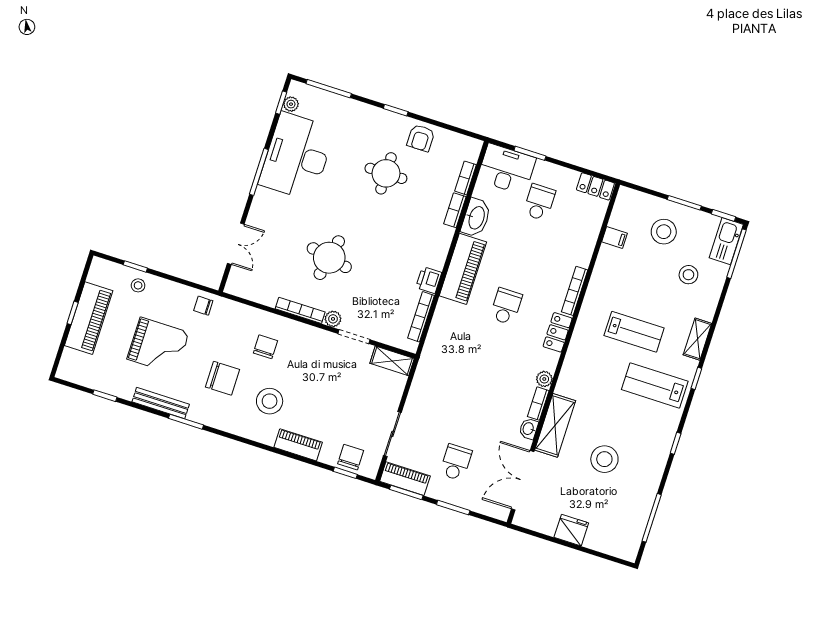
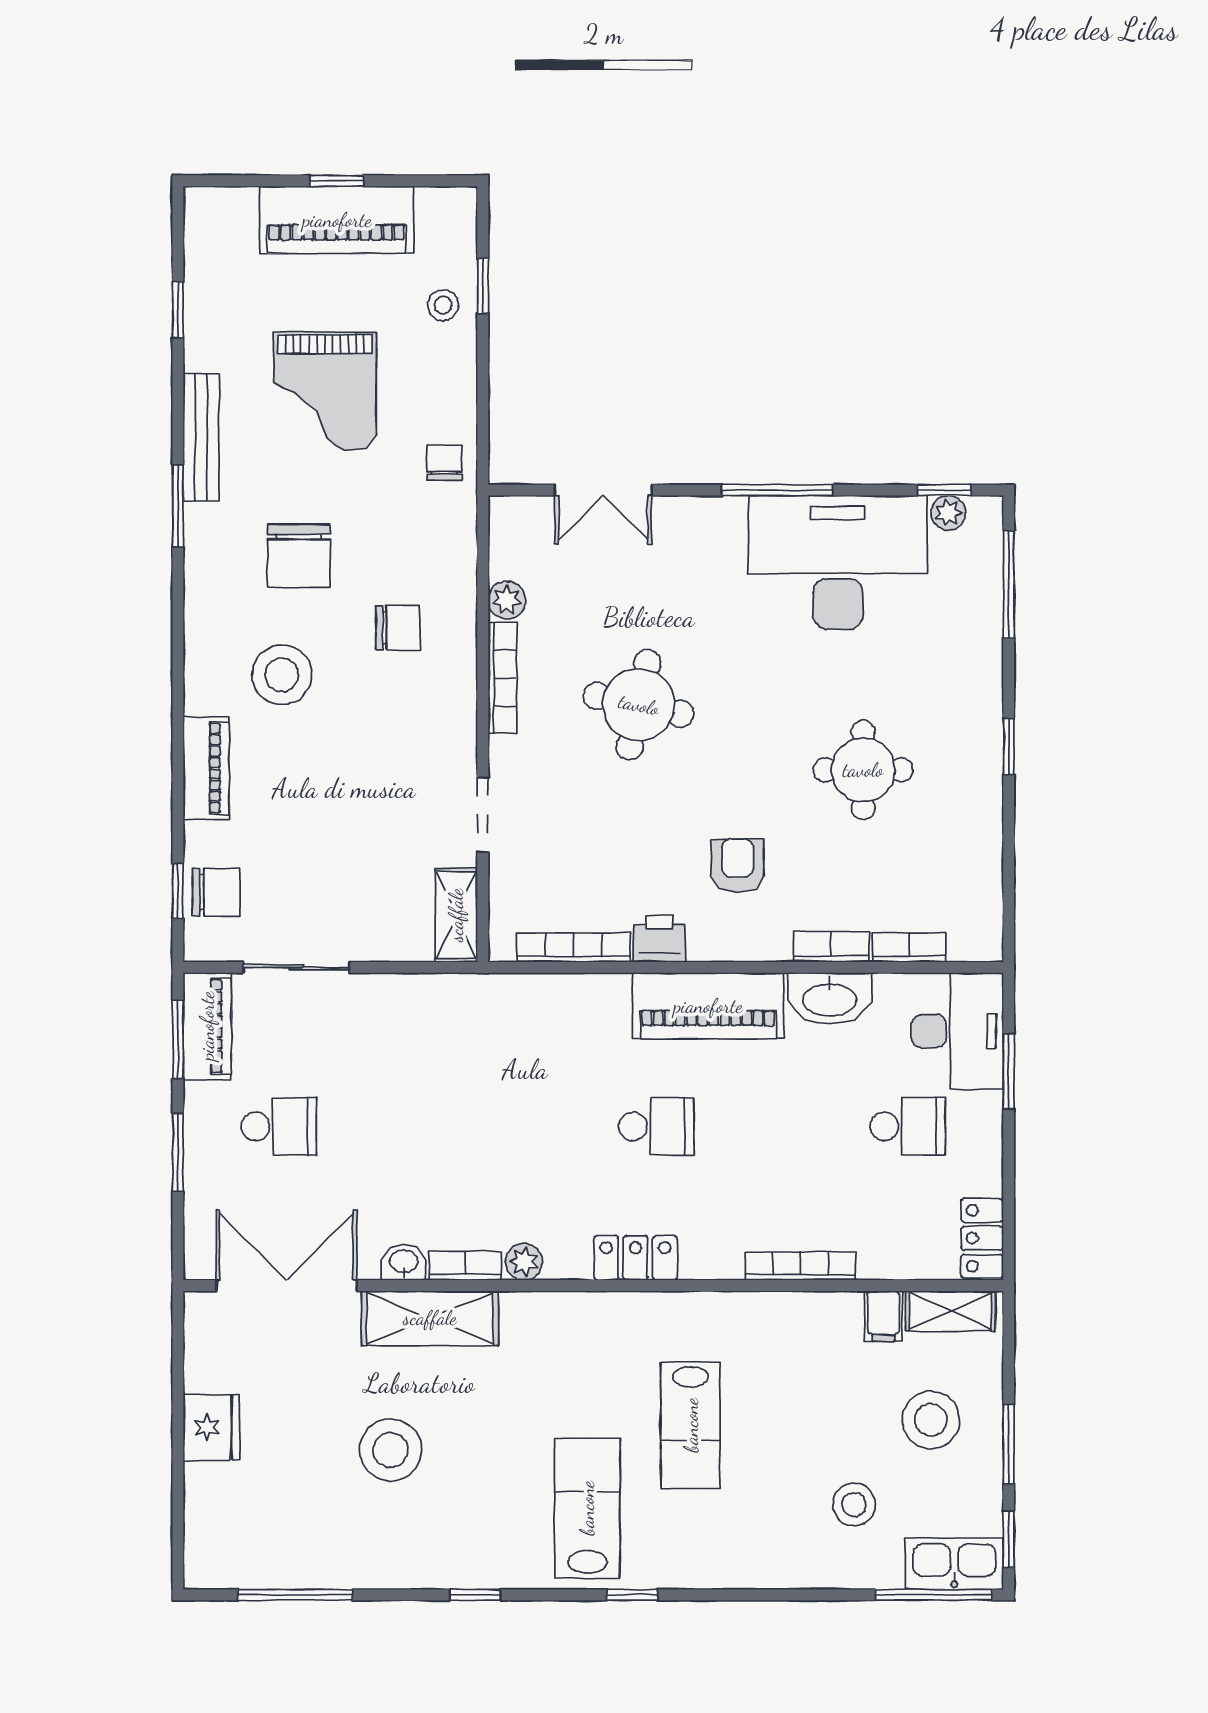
armchair: (421, 138) -> (738, 865), moved, turned 90
bookcase: (575, 291) -> (801, 1266), moved
plant: (333, 319) -> (507, 600), moved
shelving: (697, 339) -> (951, 1311), moved

